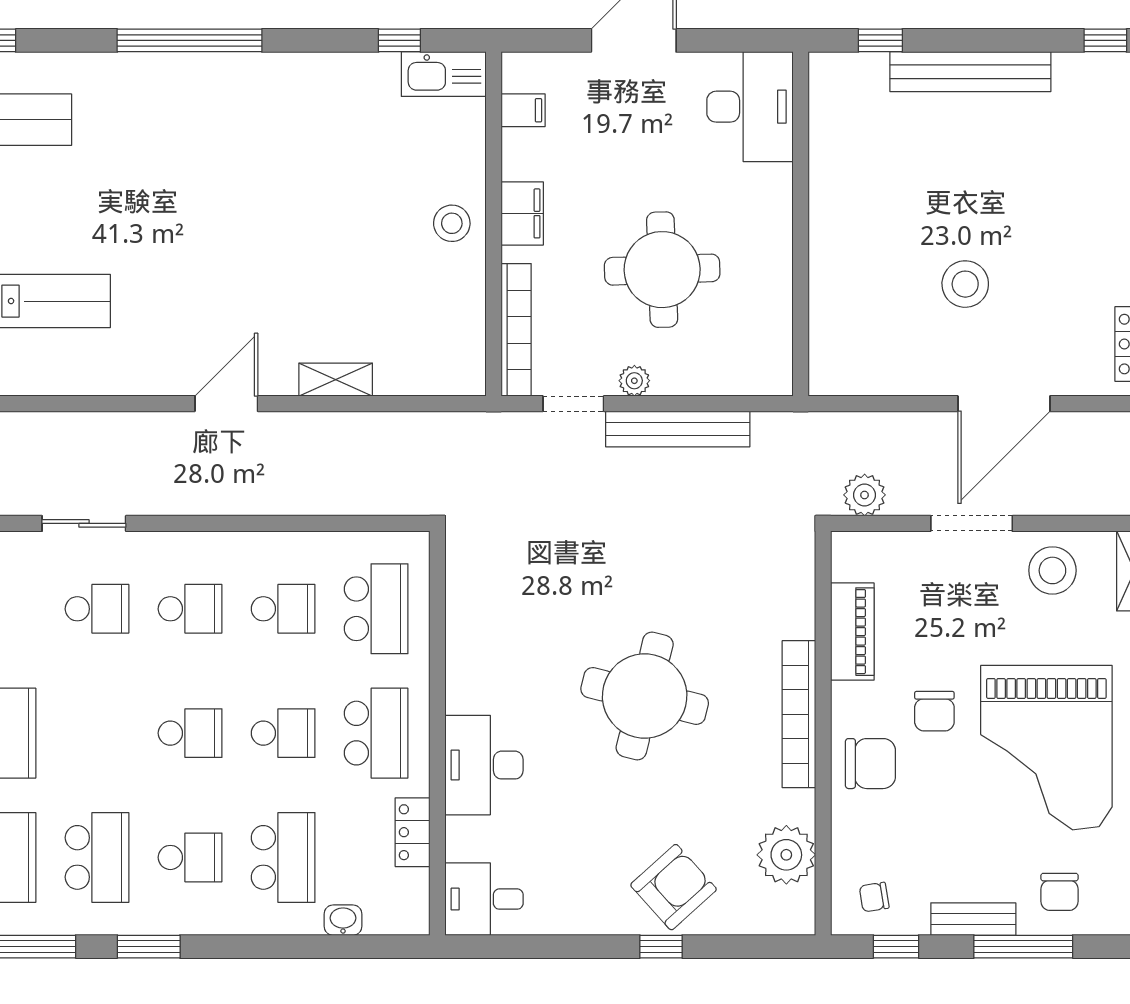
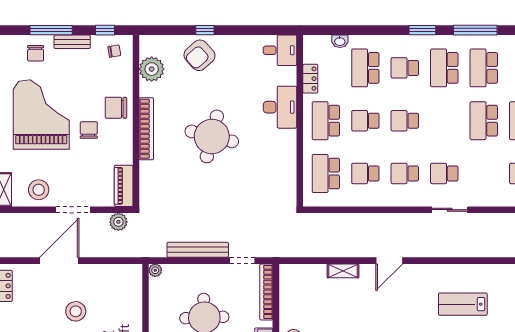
plant: (634, 381) -> (155, 270), moved
piano: (852, 632) -> (124, 186), moved
chair: (1060, 892) -> (36, 53), turned 180

